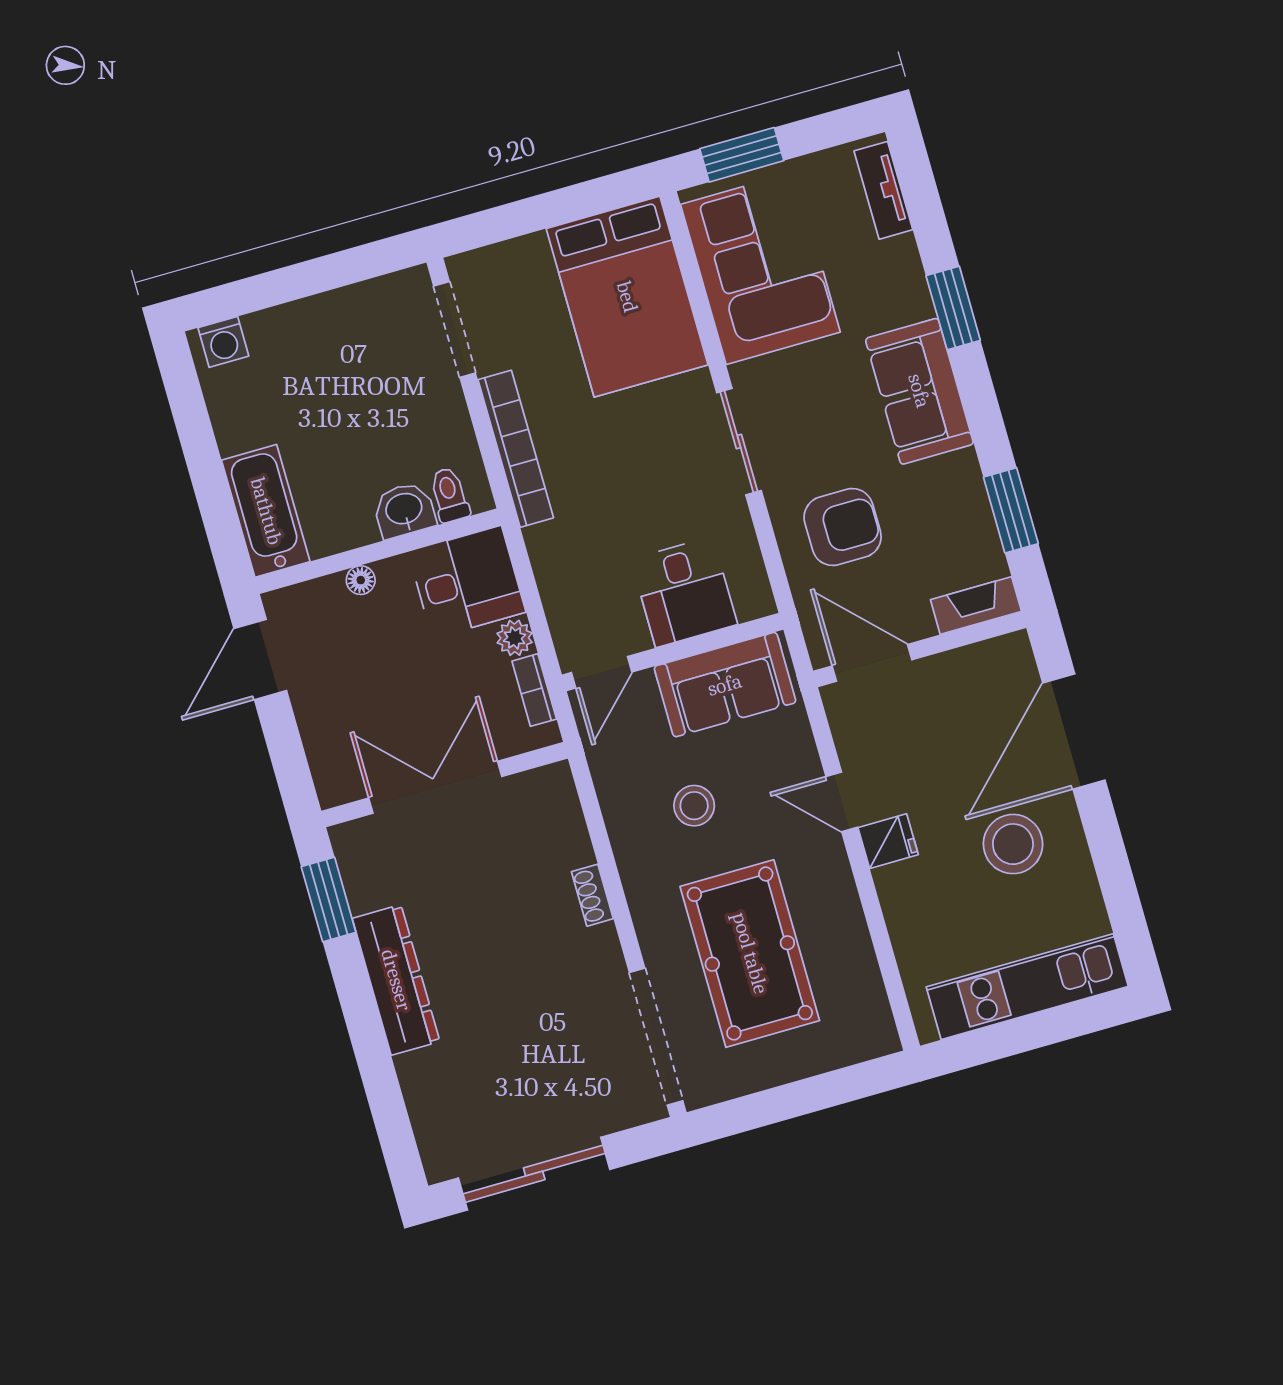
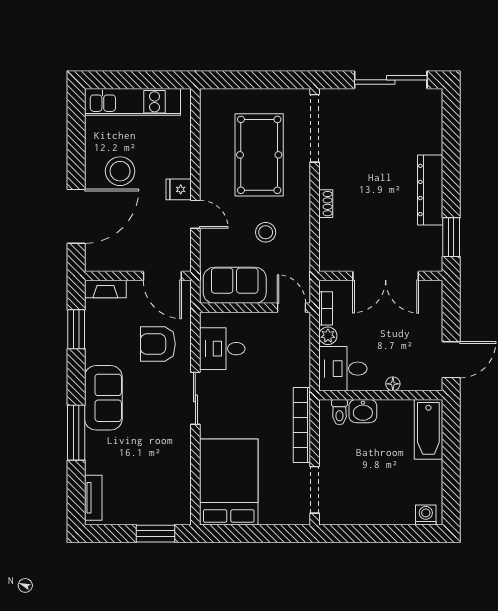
corner sofa: (760, 268) -> (162, 477), removed
window: (953, 308) -> (76, 433), width x1.44
desk: (684, 592) -> (222, 349), moved, turned -90
door: (602, 672) -> (291, 308), hinge flipped

